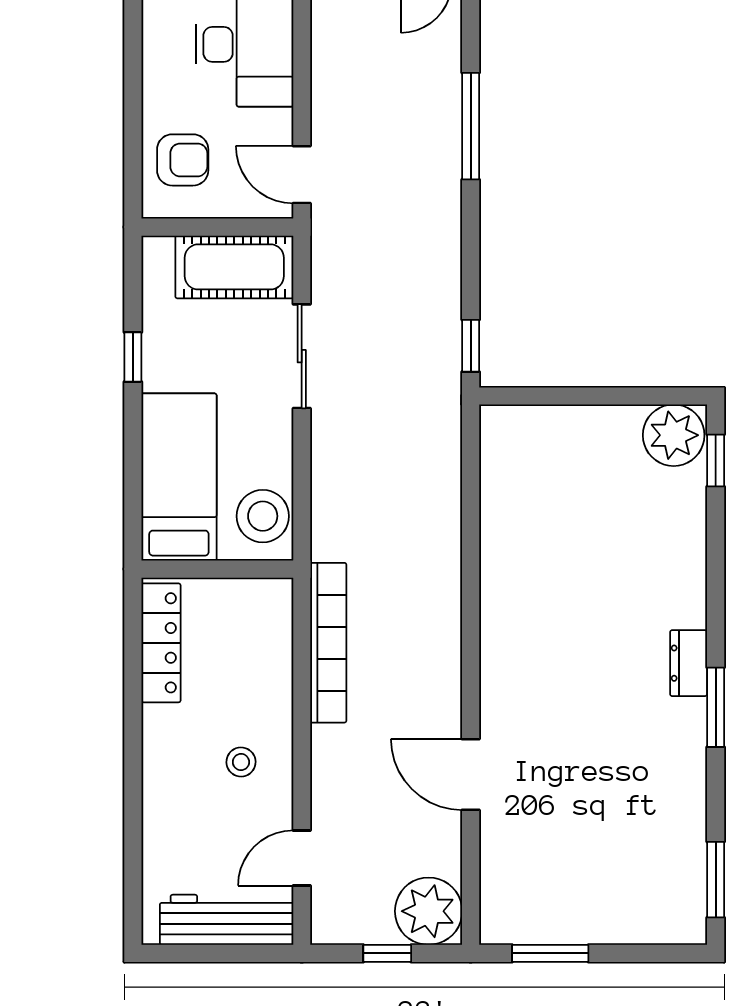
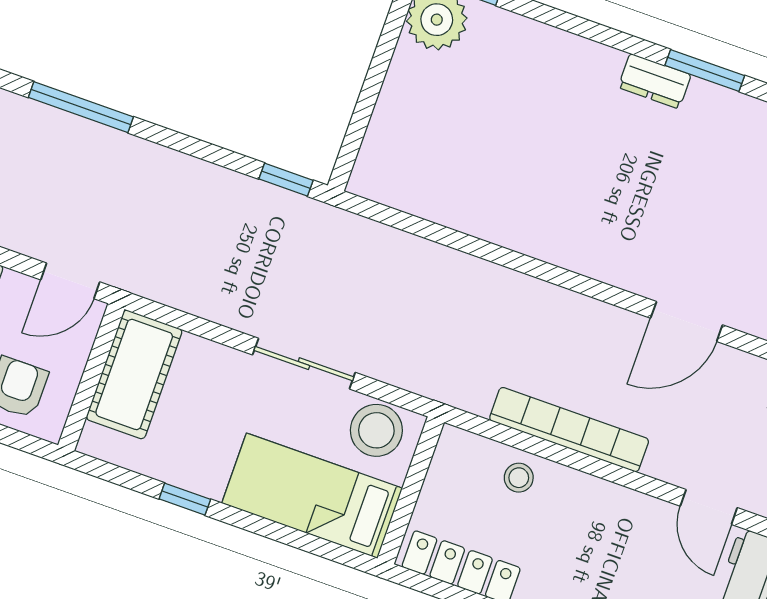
sliding door: (302, 356) -> (304, 364), moved
bookcase: (328, 643) -> (569, 430), moved
stool: (241, 762) -> (519, 478), moved

